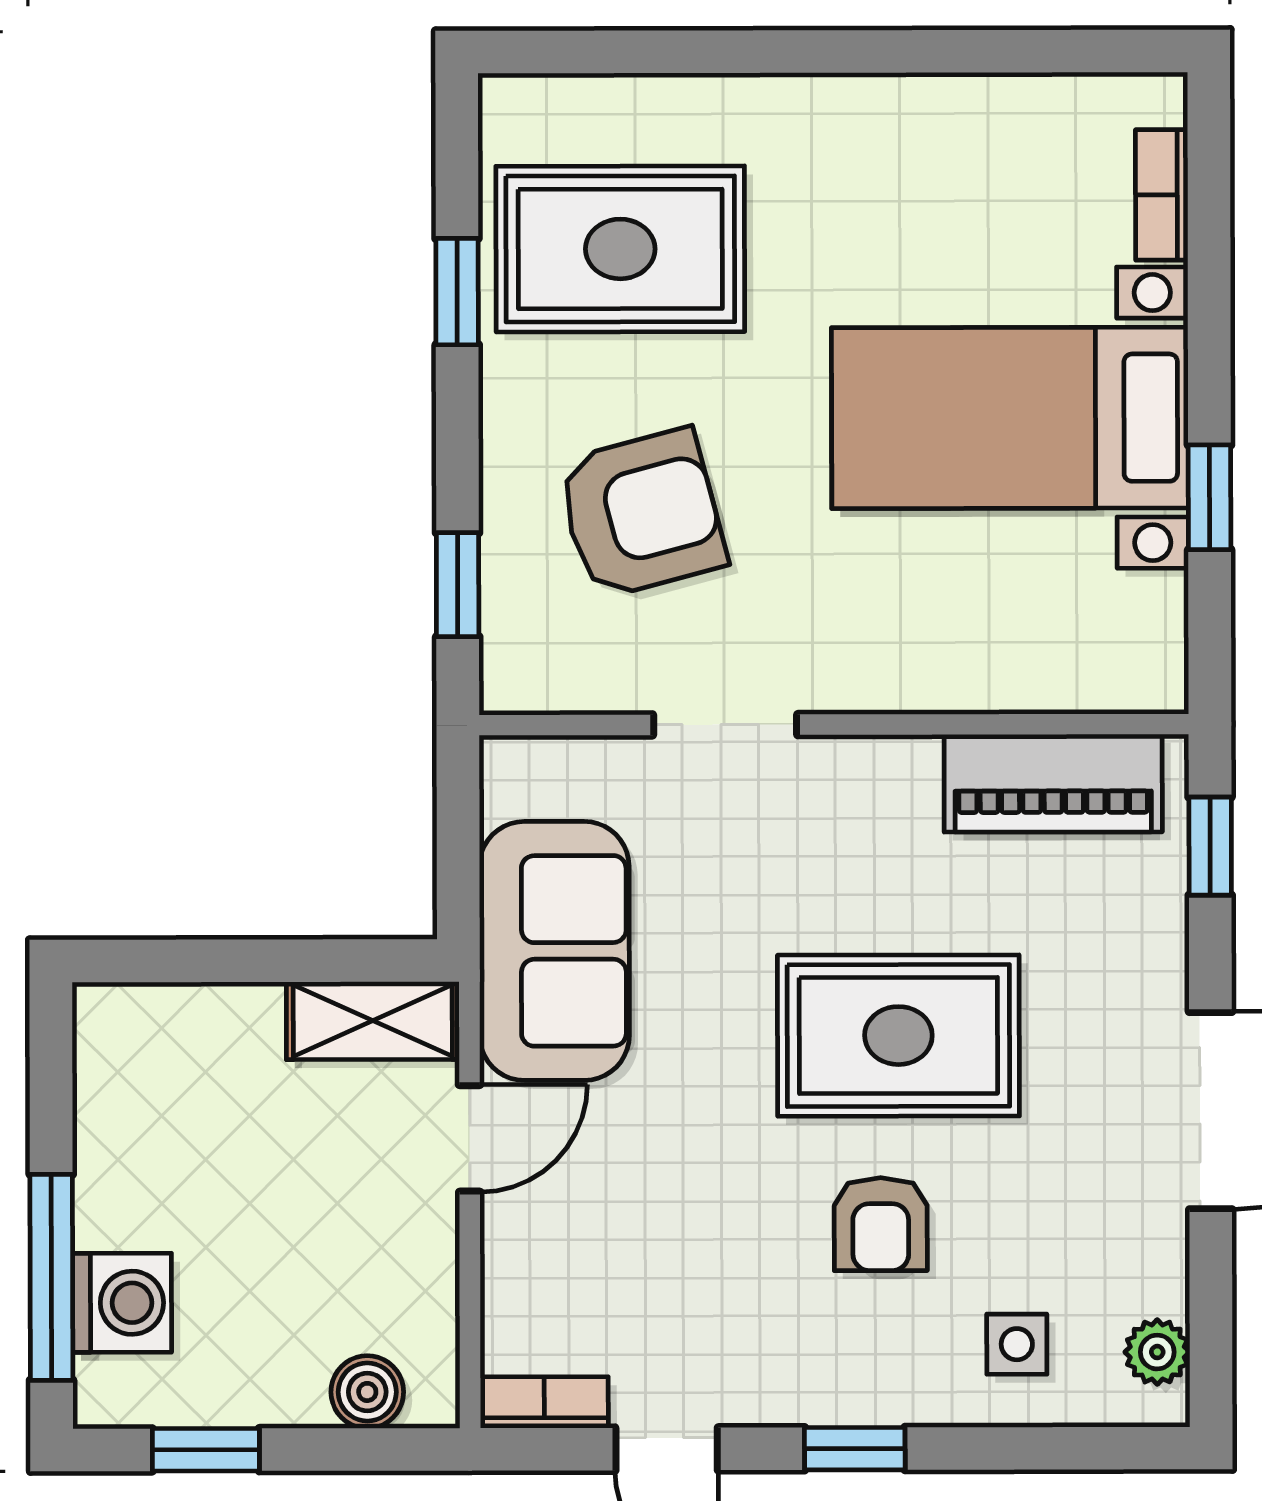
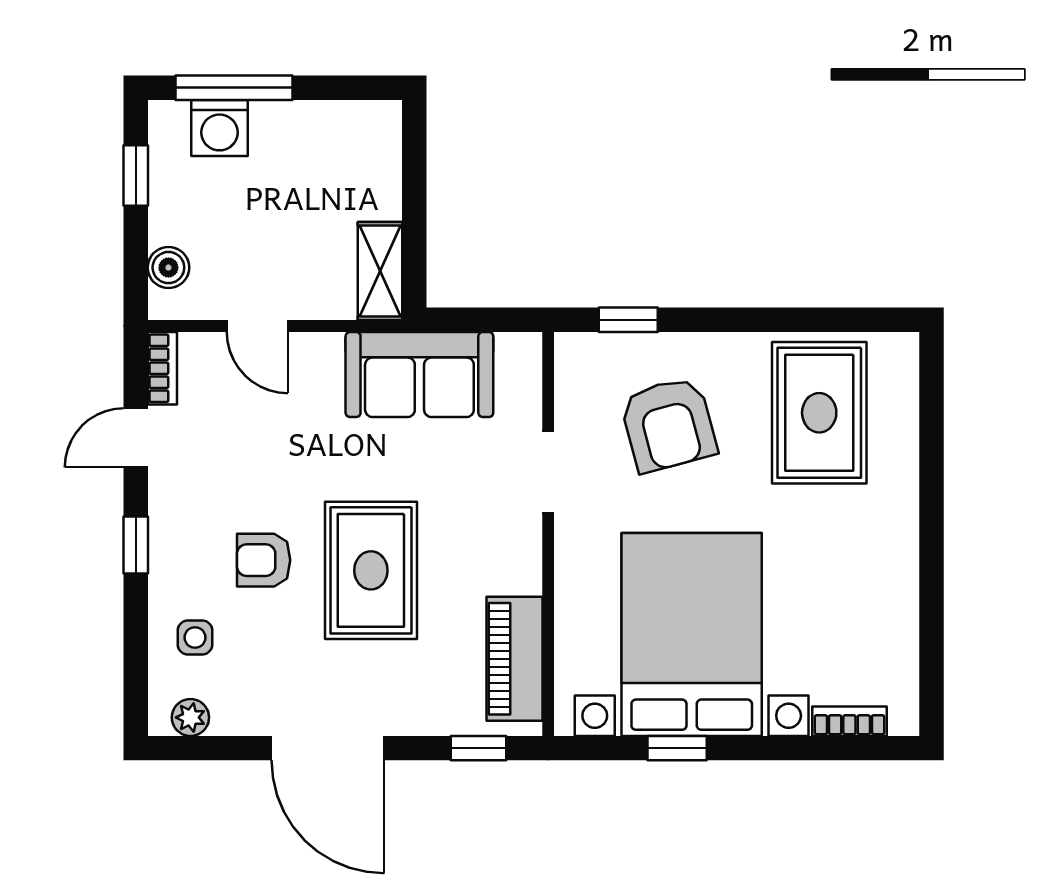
window: (457, 292) -> (795, 320), removed
bed with nightstands: (1010, 418) -> (692, 635), width x1.36
door: (470, 1138) -> (257, 326), moved

